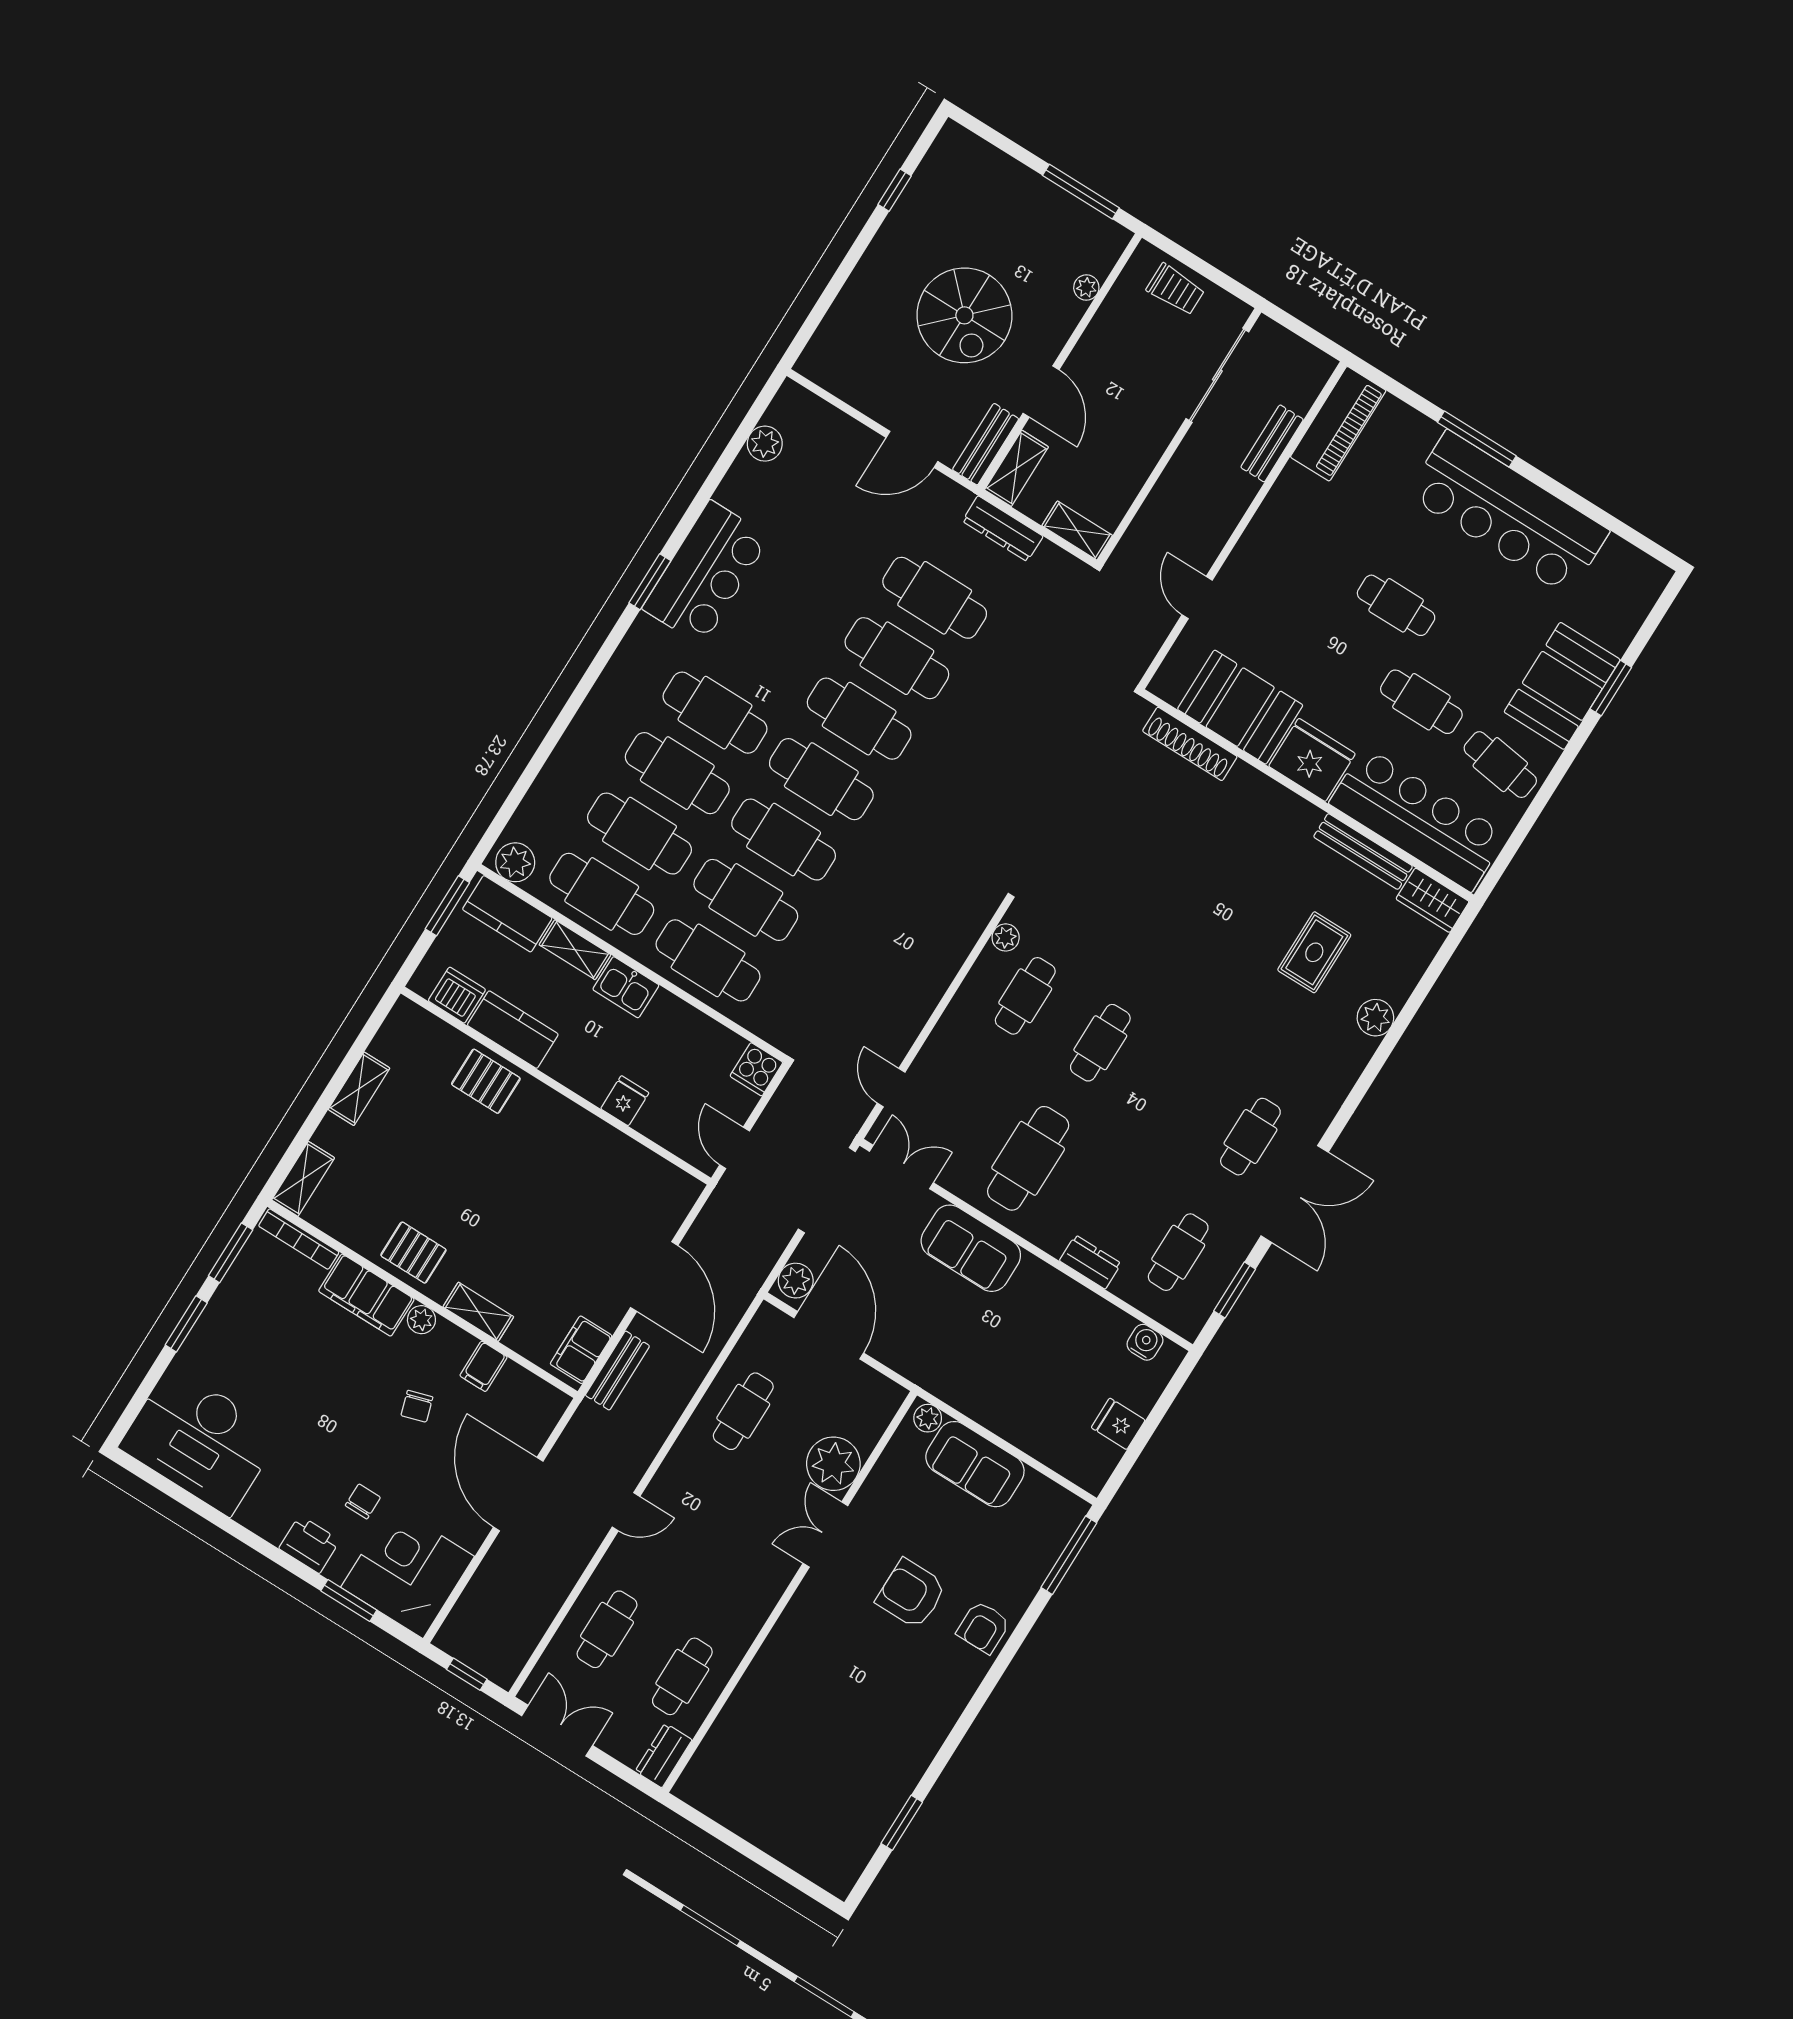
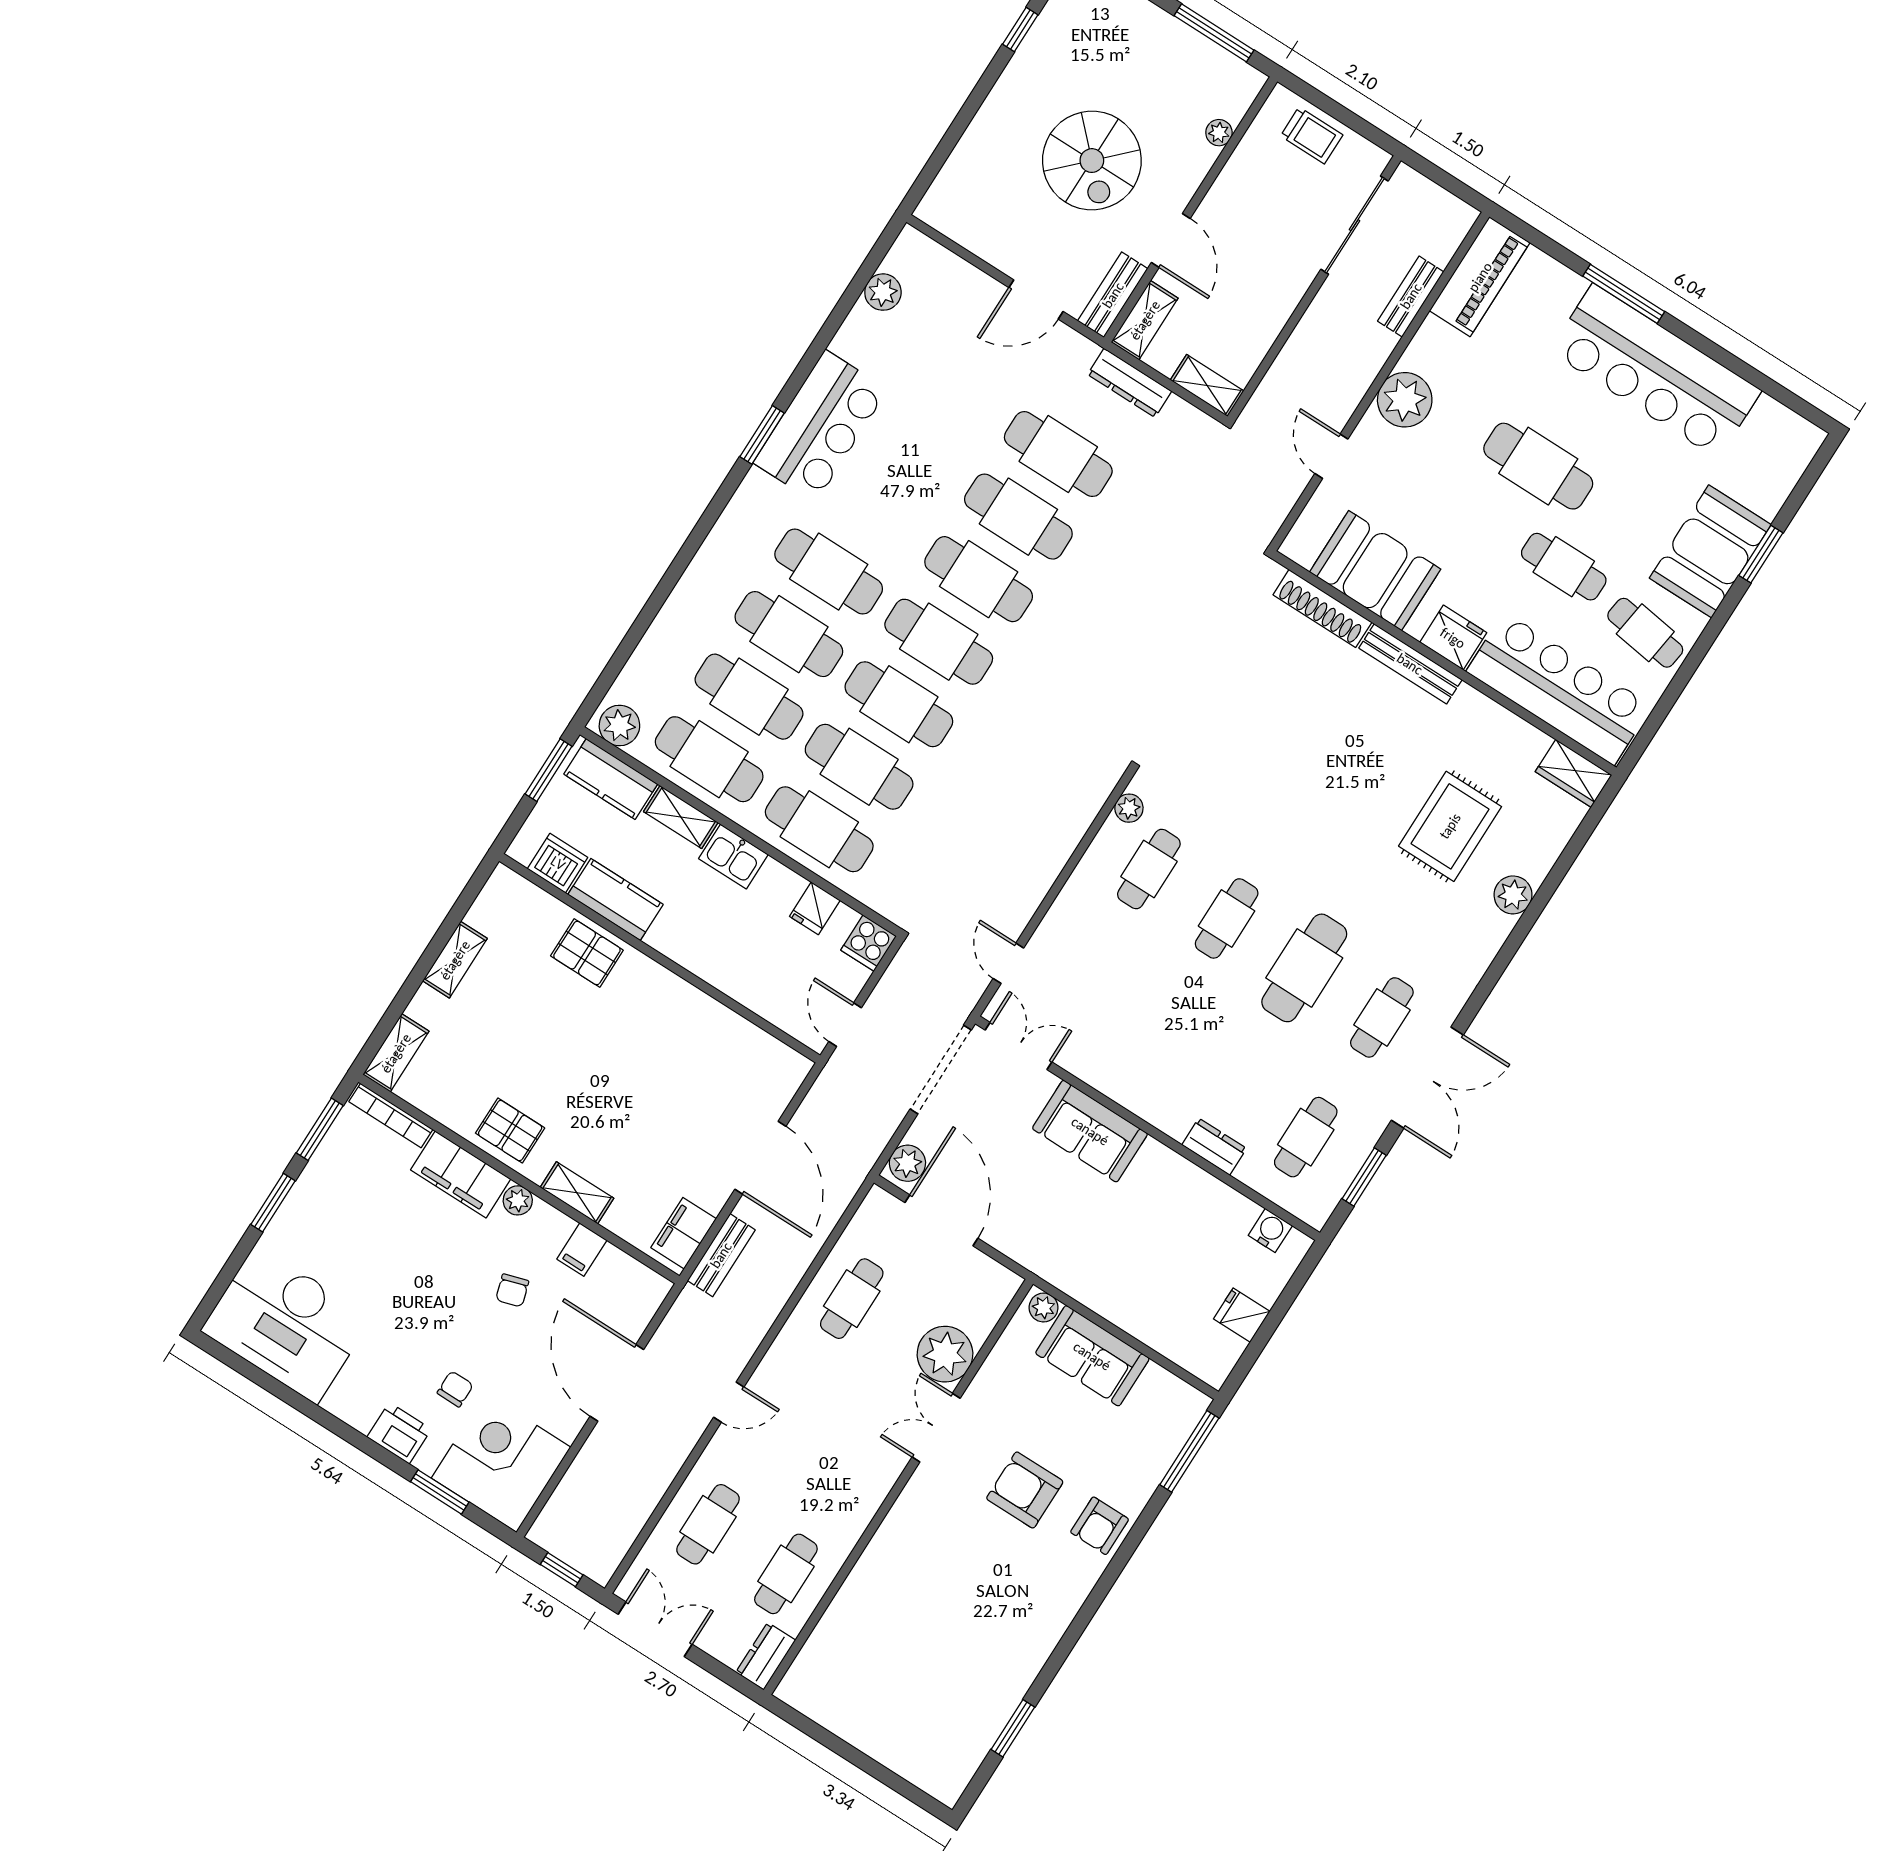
plant: (1267, 543) -> (1405, 400), added
cafe table: (1396, 605) -> (1538, 466), width x1.37, depth x1.35
fridge: (1312, 760) -> (1453, 638), width x0.73, depth x0.75
bench: (1363, 851) -> (1410, 664), moved
rug: (1314, 952) -> (1450, 826), width x1.36, depth x1.43
fridge: (625, 1101) -> (815, 908), moved, turned 180
cafe table: (1028, 1158) -> (1304, 968), moved

